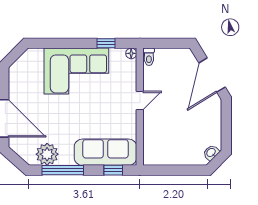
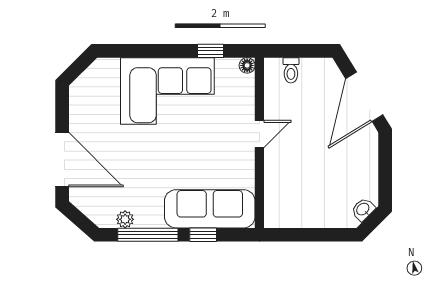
toilet: (149, 57) -> (291, 70), moved
plant: (47, 154) -> (125, 219), width x0.53, depth x0.53
window: (113, 170) -> (203, 235), moved

